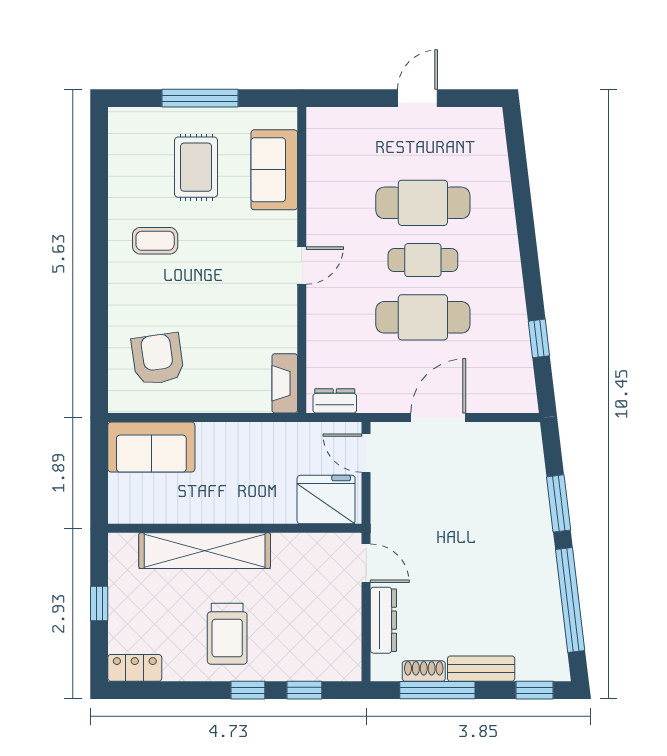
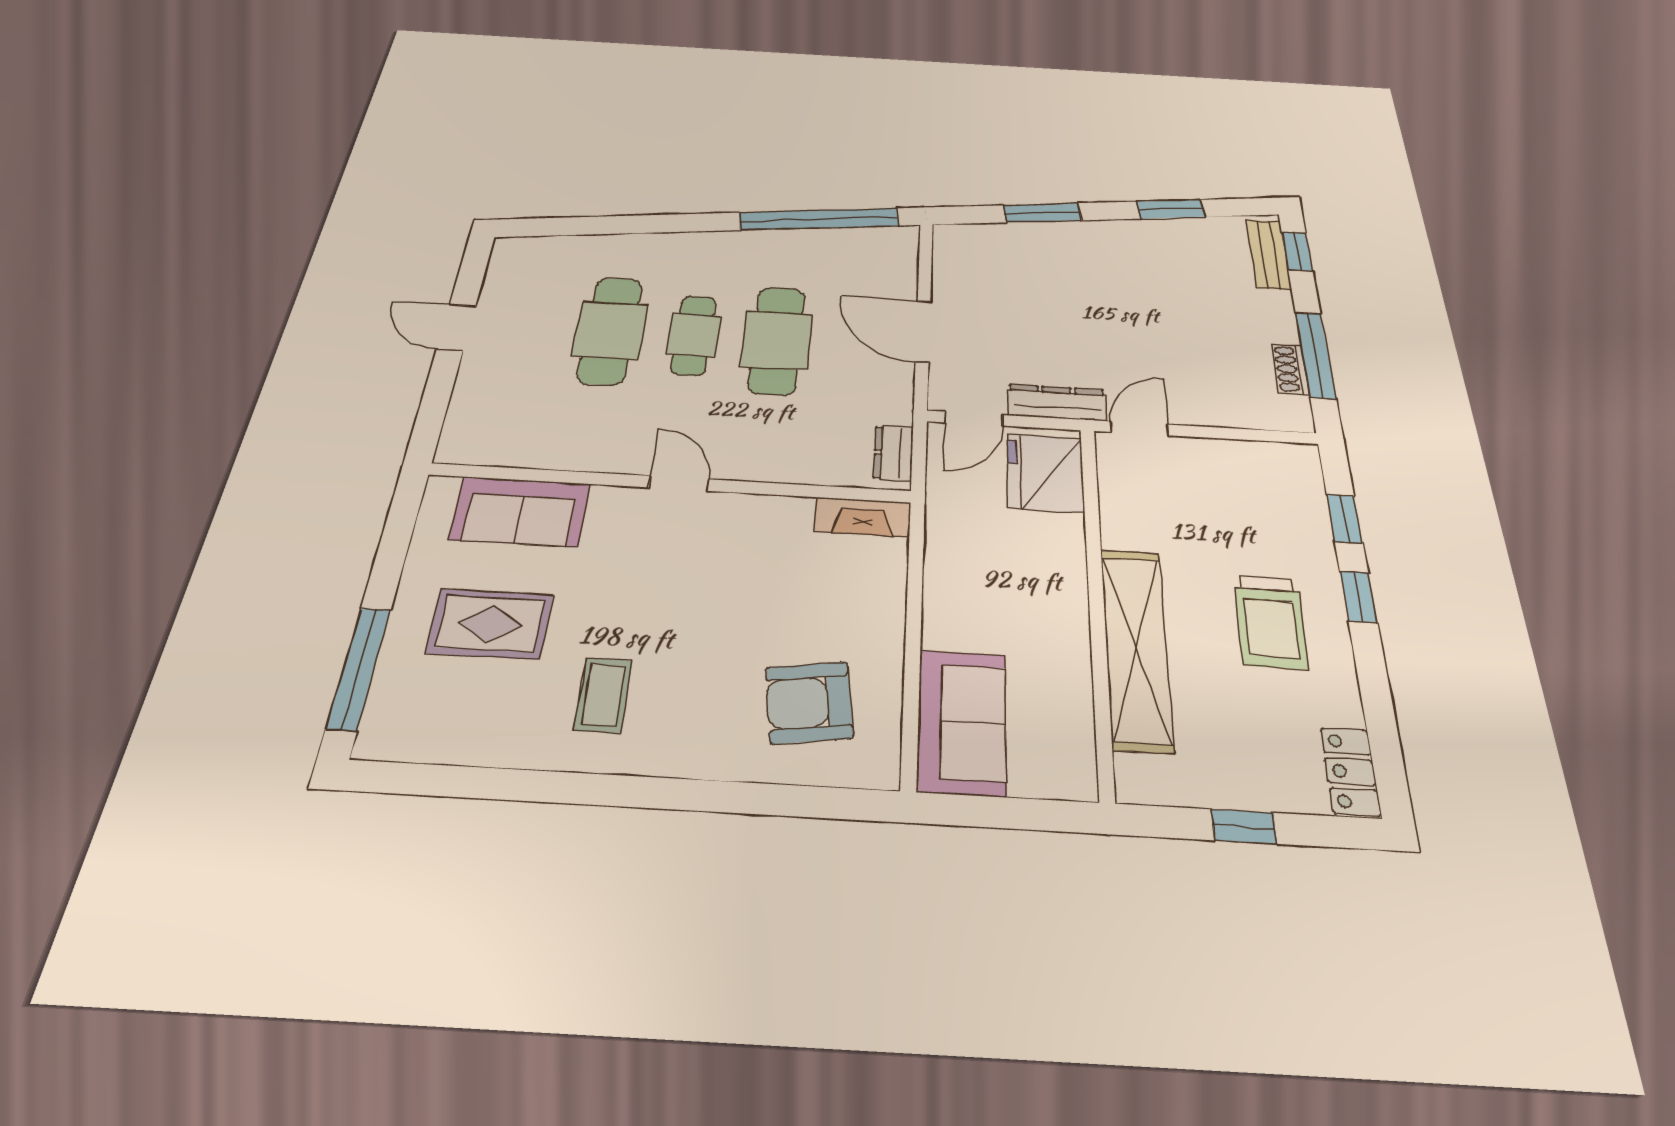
window: (200, 98) -> (359, 668), moved
window: (539, 338) -> (819, 219), width x3.17
window: (570, 600) -> (1171, 209), width x0.47
dresser: (383, 620) -> (1057, 403), moved
trolley: (227, 634) -> (1271, 622), turned 91
bench: (481, 669) -> (1268, 254), moved

